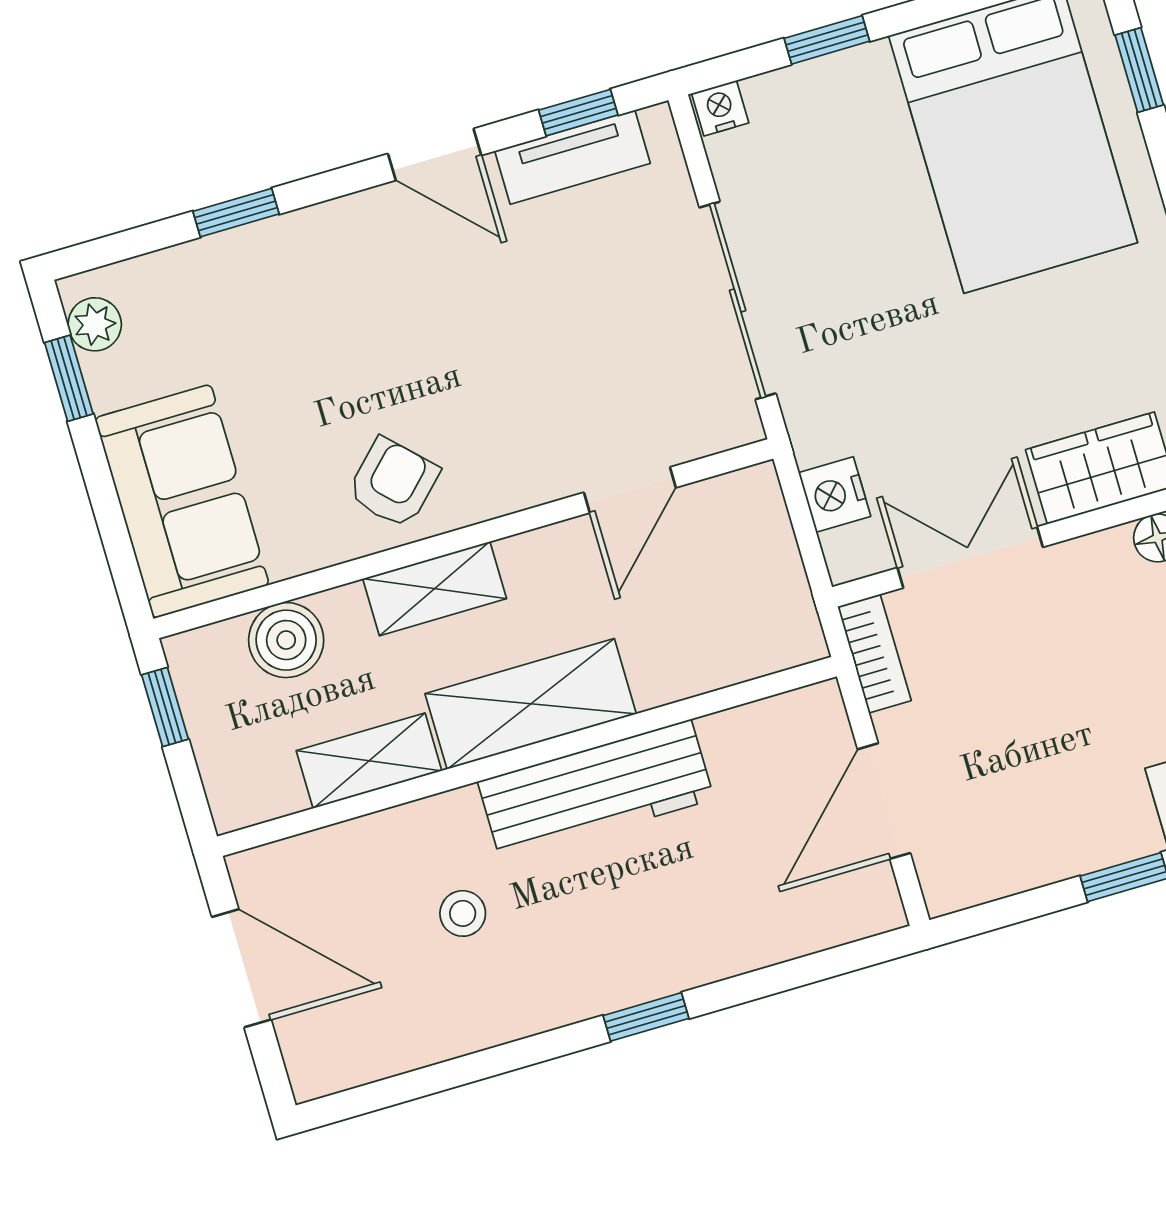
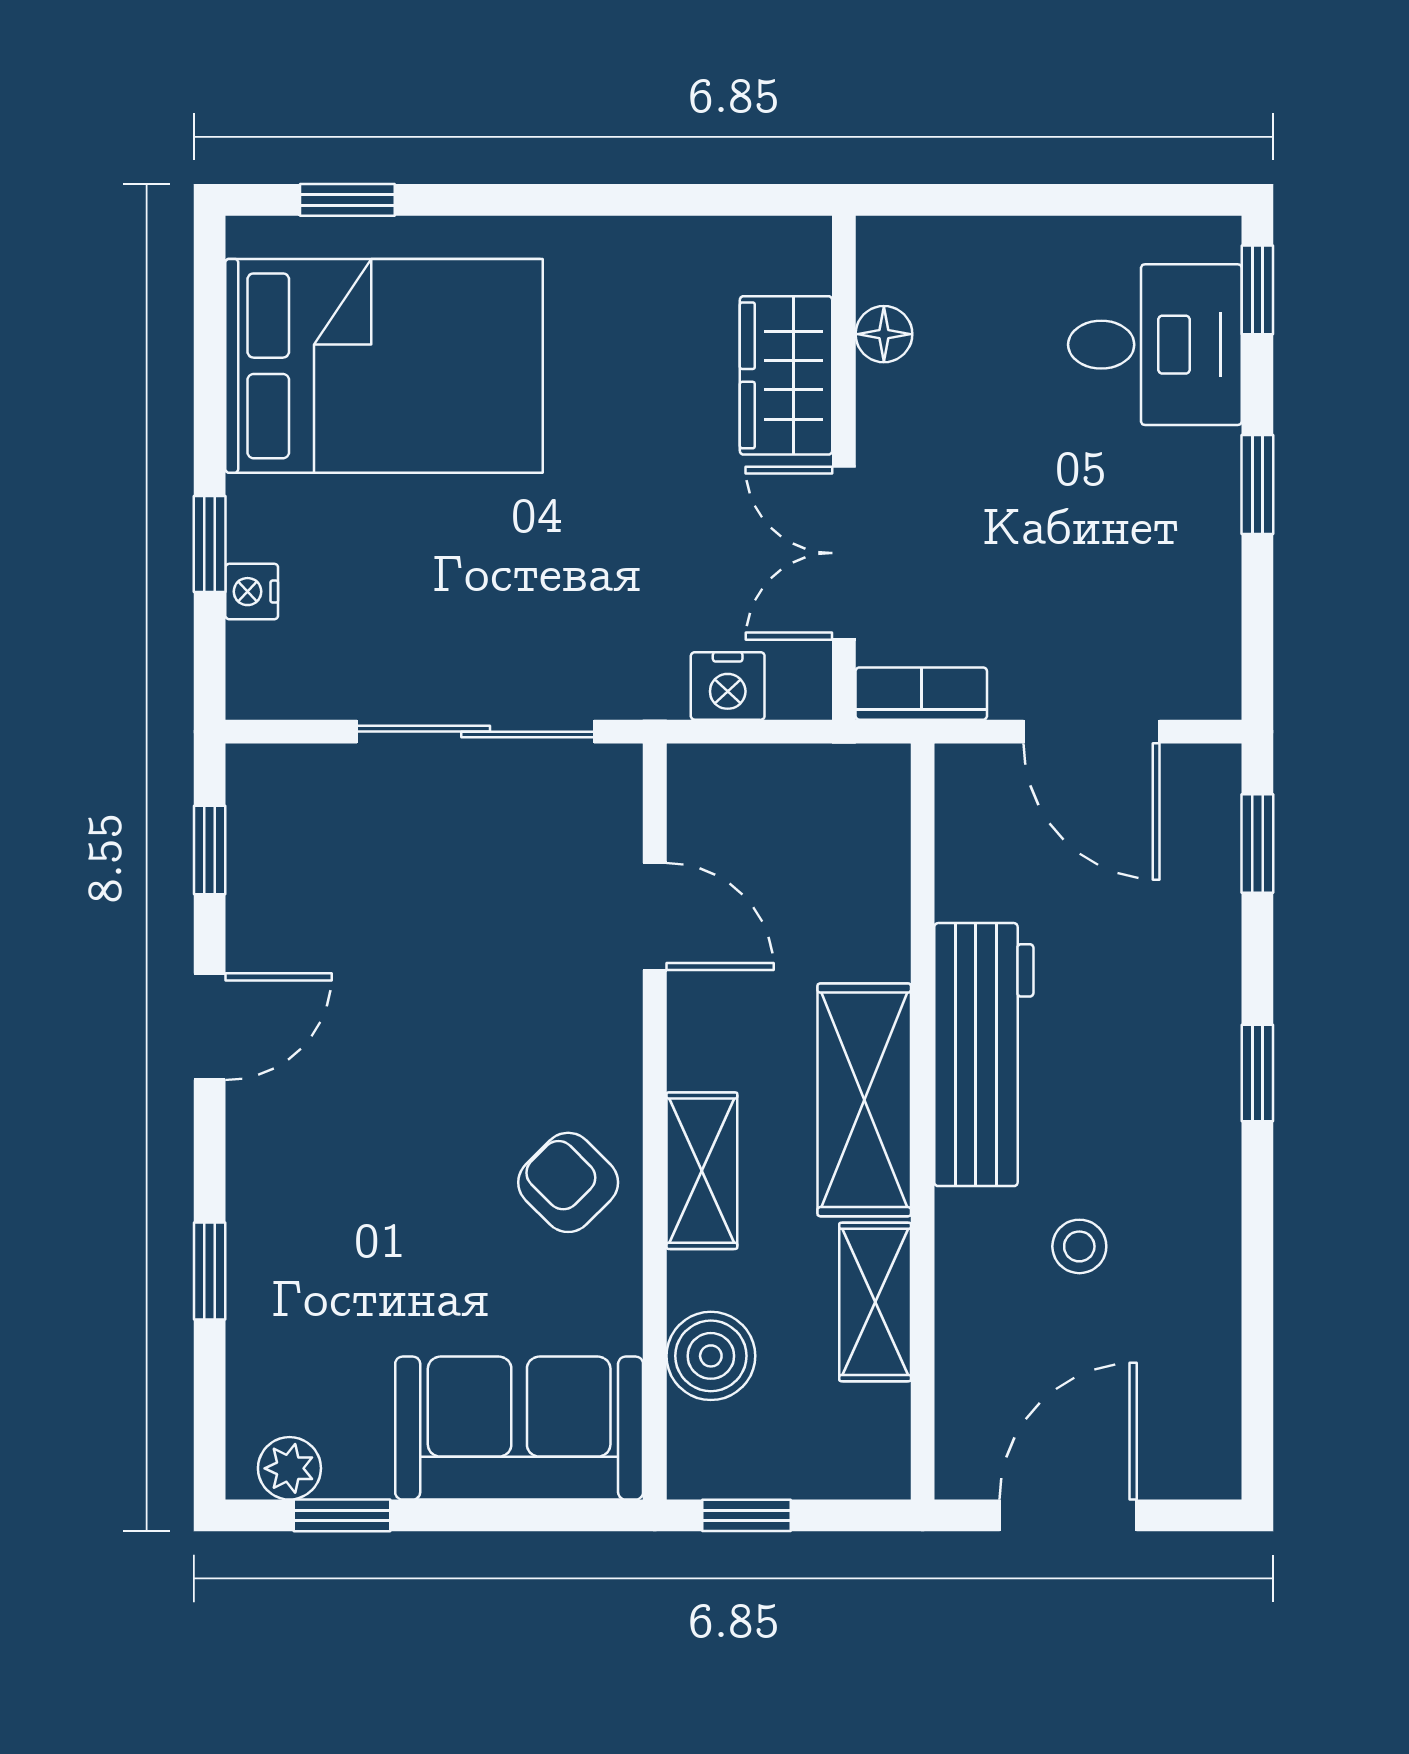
nightstand: (720, 108) -> (252, 592), moved
tv unit: (573, 157) -> (258, 871), removed
window: (832, 962) -> (1257, 844), added

